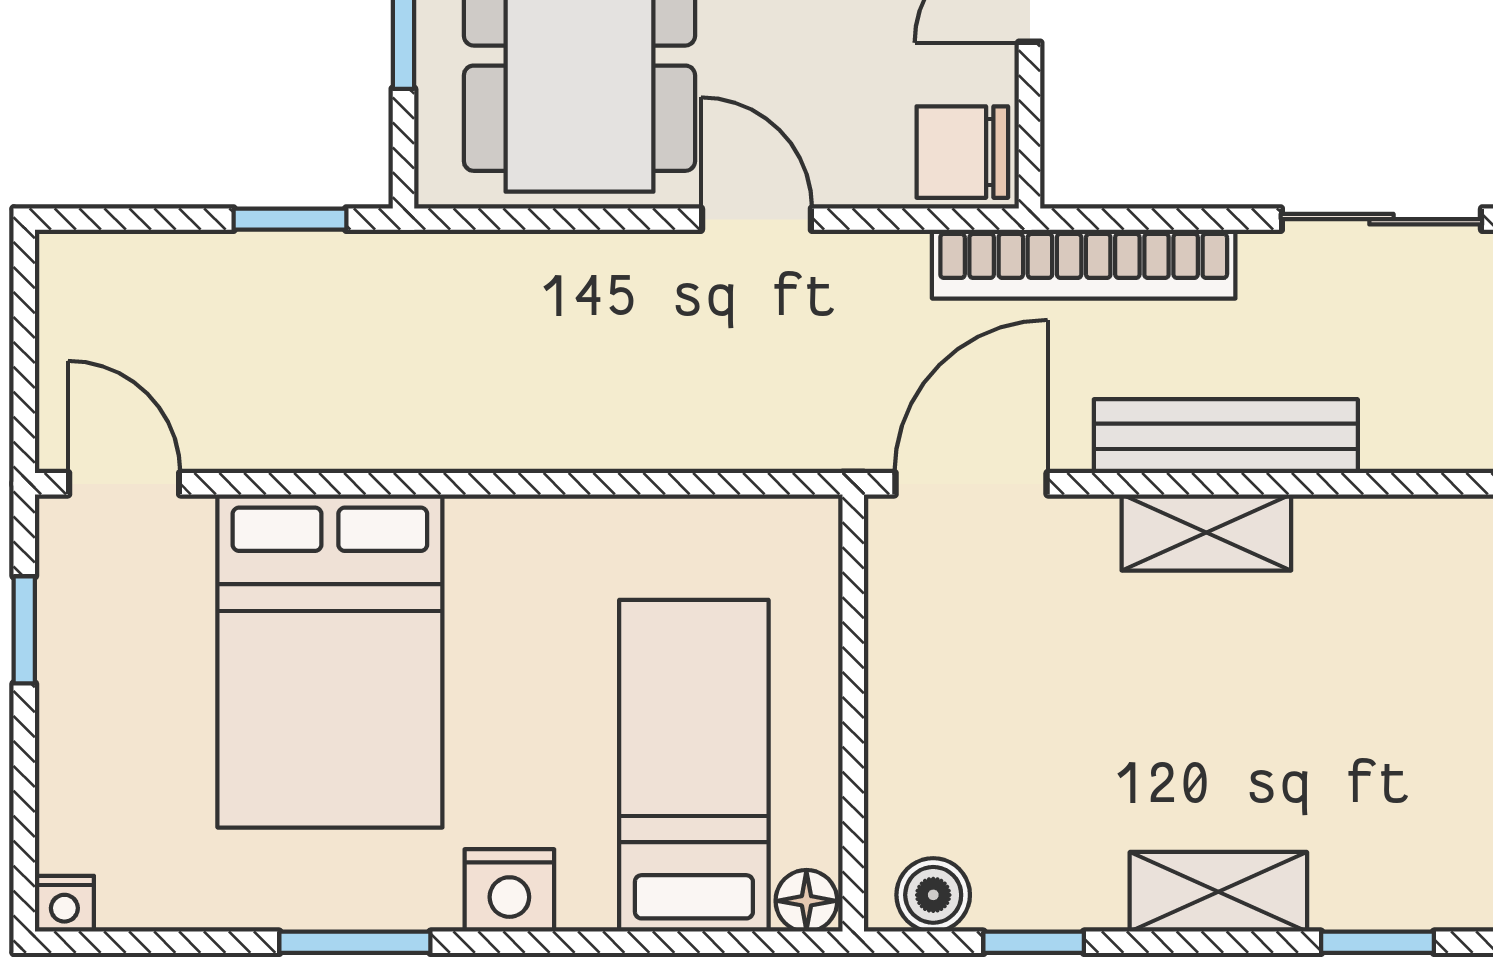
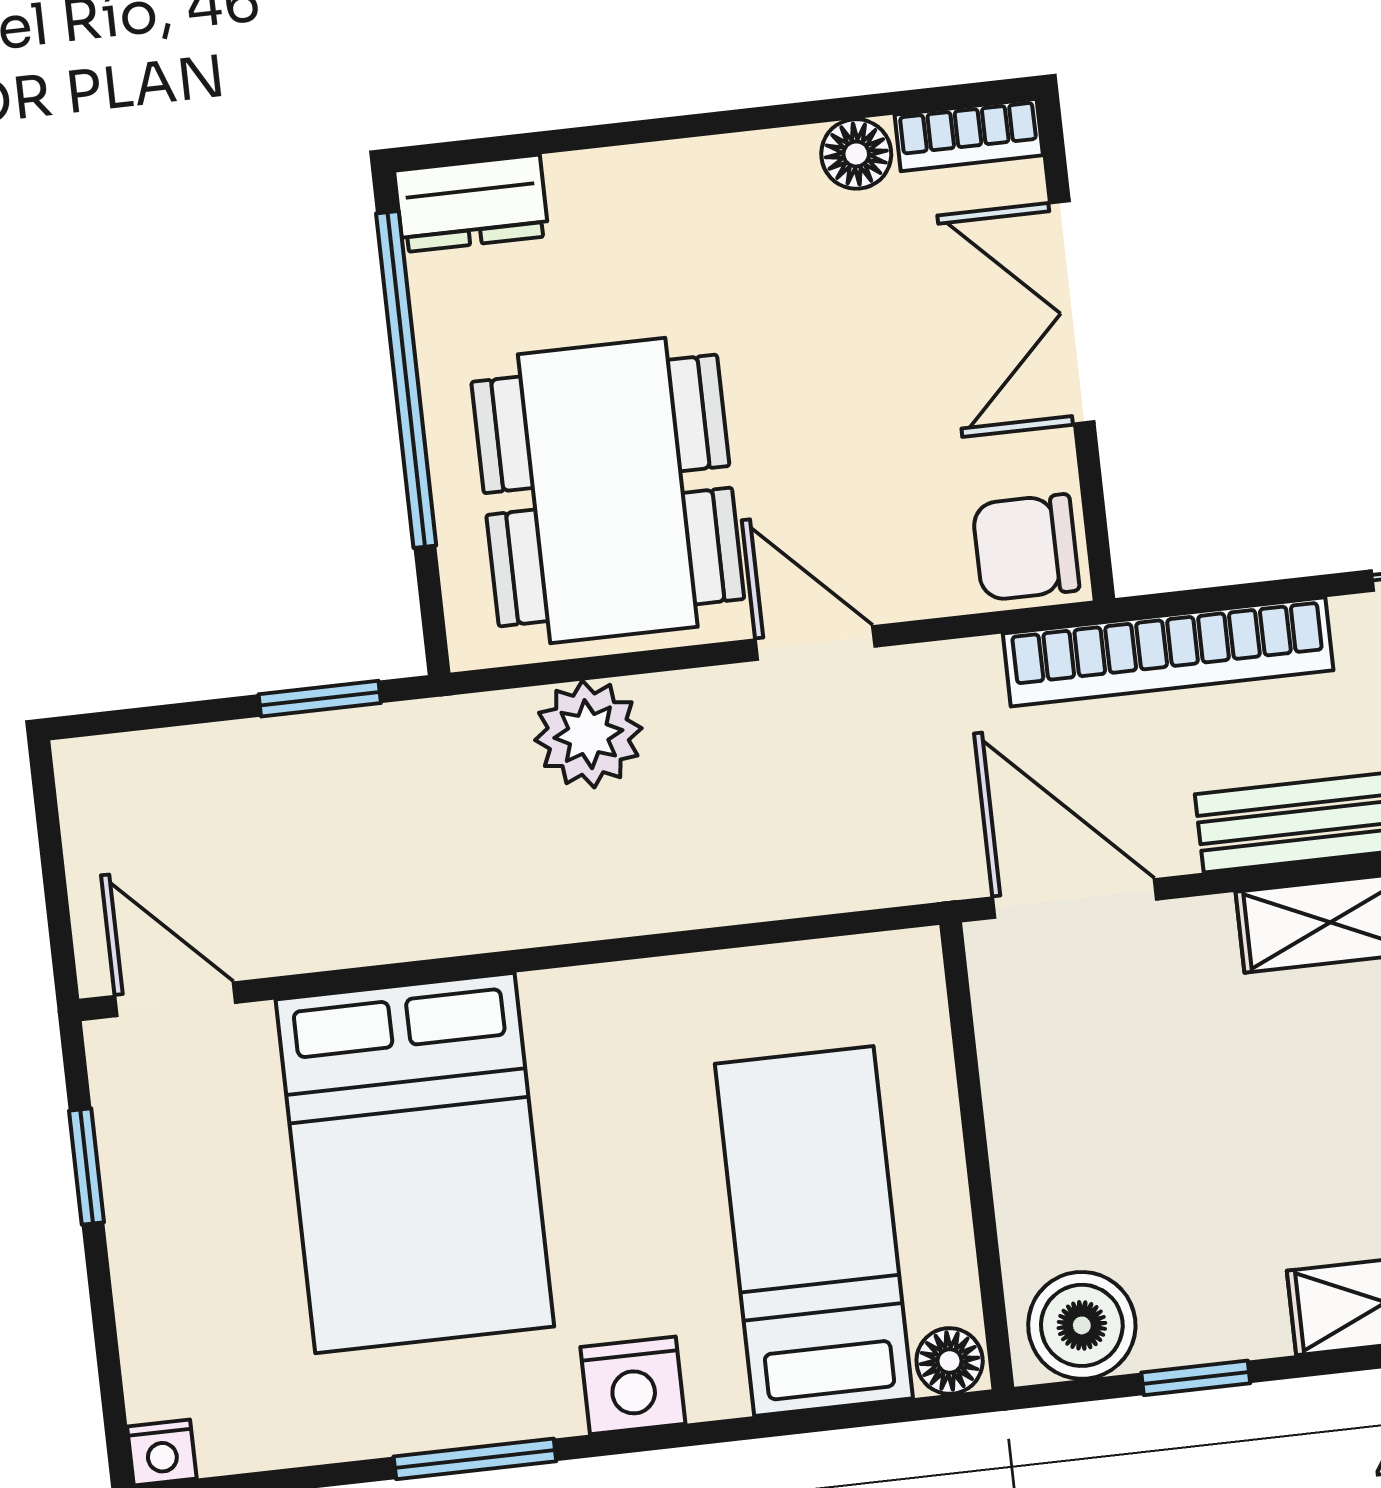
plant: (536, 280) -> (588, 734), added
door: (971, 484) -> (1075, 898), hinge flipped
boiler: (933, 895) -> (1082, 1325), width x1.36, depth x1.36

